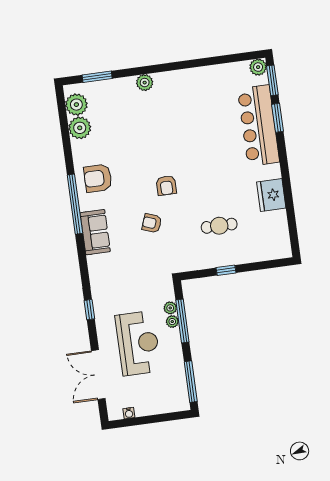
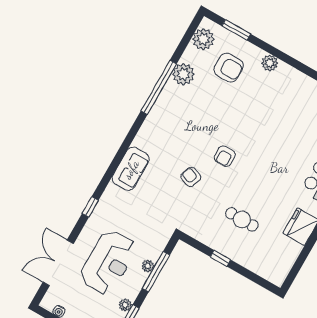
plant: (80, 128) -> (183, 74), moved
armchair: (98, 178) -> (229, 68), moved, turned 180
window: (75, 204) -> (159, 87), moved
sofa: (95, 232) -> (131, 169), moved
plant: (170, 308) -> (125, 305), moved

